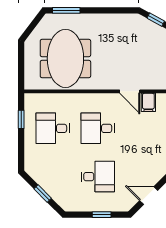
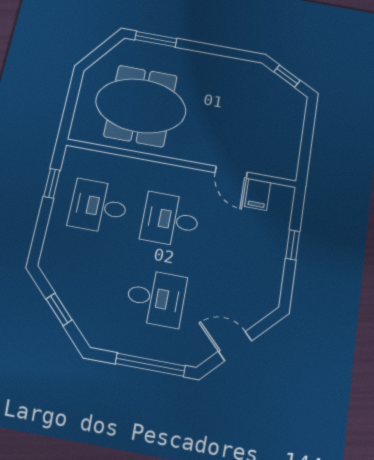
meeting table: (65, 58) -> (141, 106), turned 90
window: (102, 215) -> (150, 365), width x2.17

